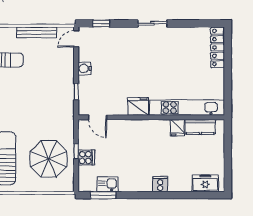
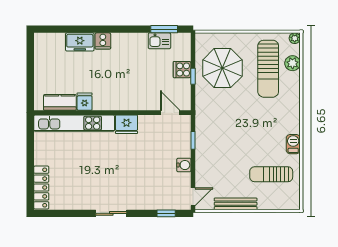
freezer: (205, 183) -> (80, 42), moved

